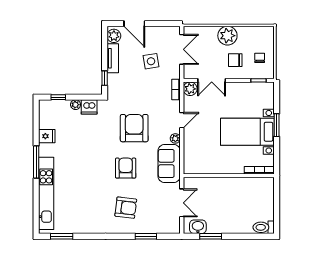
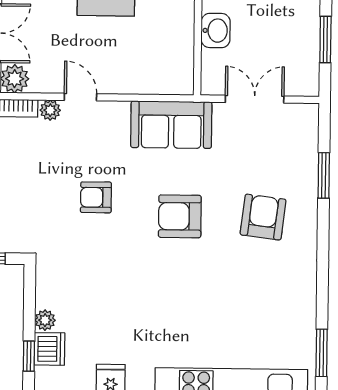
dishwasher: (89, 107) -> (49, 349), moved
armchair: (134, 128) -> (96, 197), width x0.53, depth x0.53
plant: (175, 138) -> (50, 110), moved
washbasin: (198, 227) -> (216, 31), moved, turned 180

